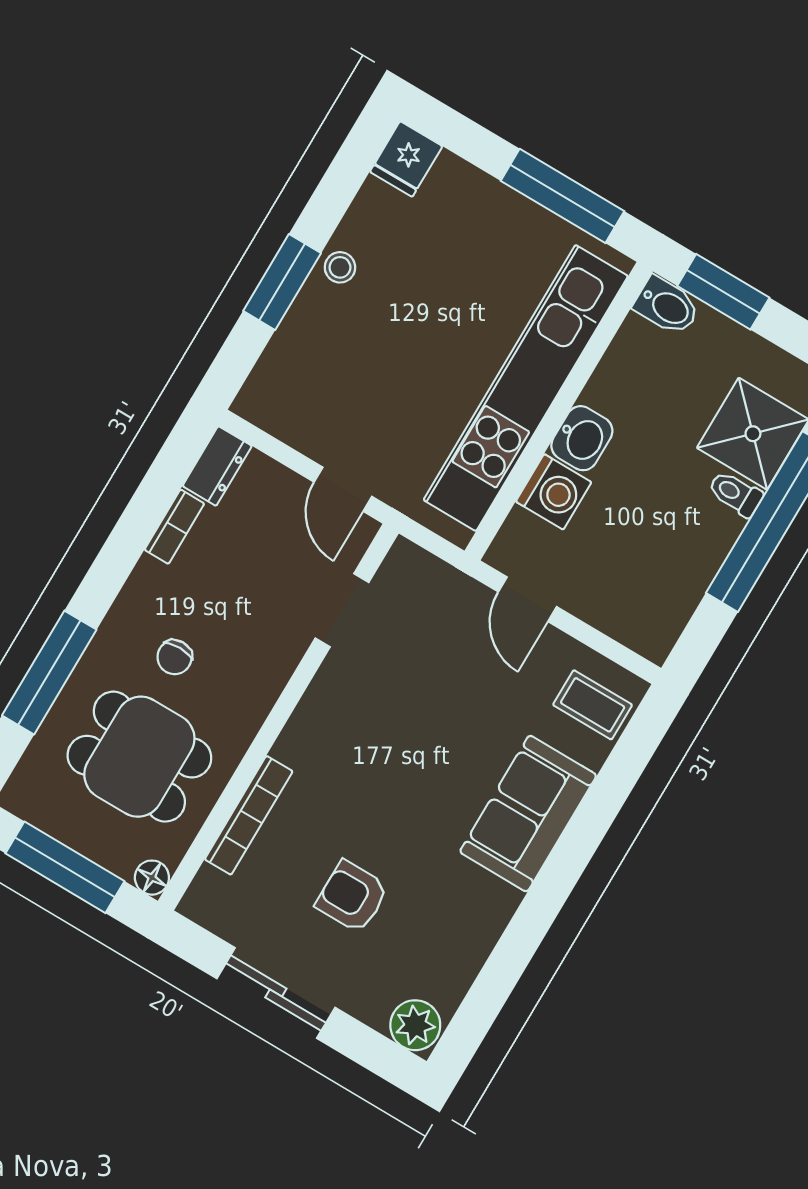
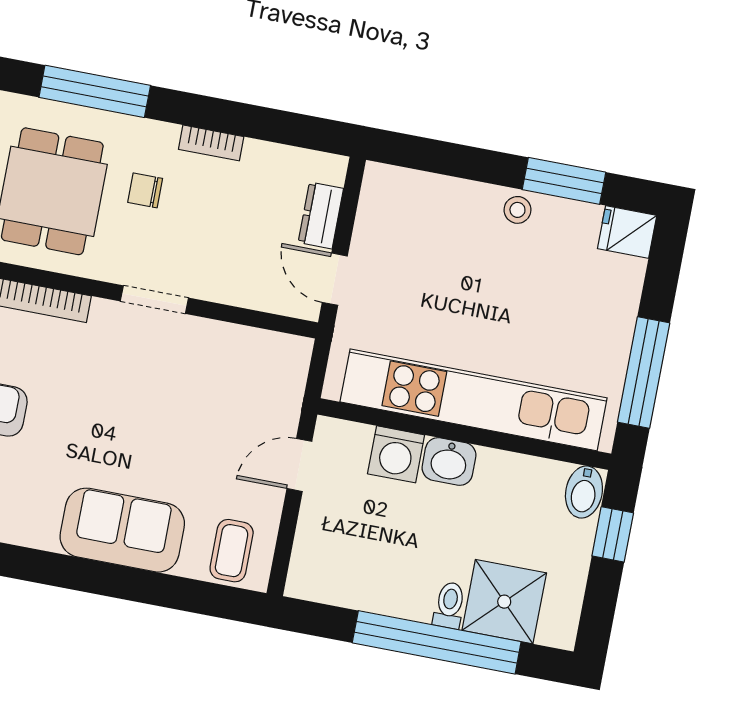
window: (282, 282) -> (564, 181), moved
window: (723, 292) -> (613, 534), width x0.67
dresser: (217, 466) -> (321, 215), moved, turned 90
door: (343, 489) -> (335, 279), hinge flipped
bookcase: (174, 527) -> (211, 143), moved
doorway: (342, 610) -> (154, 300), moved

